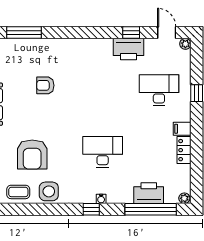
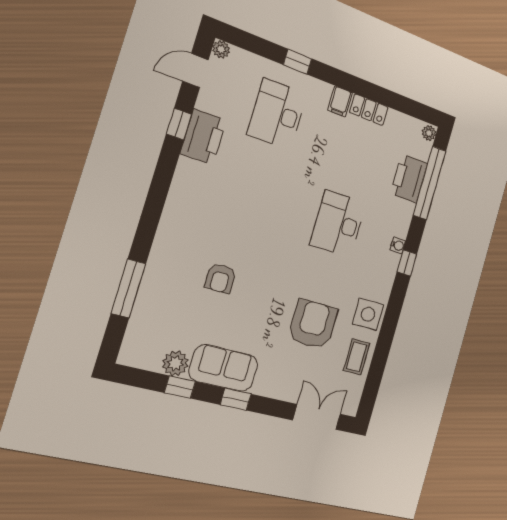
armchair: (32, 155) -> (313, 324), turned -90

